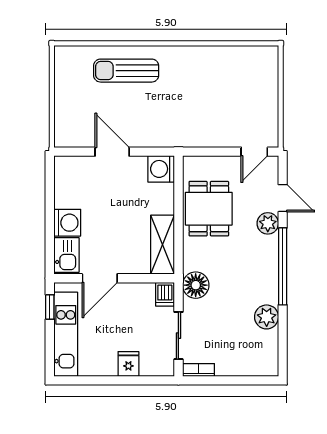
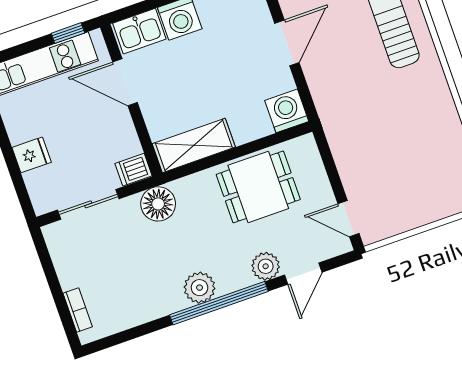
plant: (267, 317) -> (200, 288), moved
bookcase: (198, 370) -> (78, 310), moved

